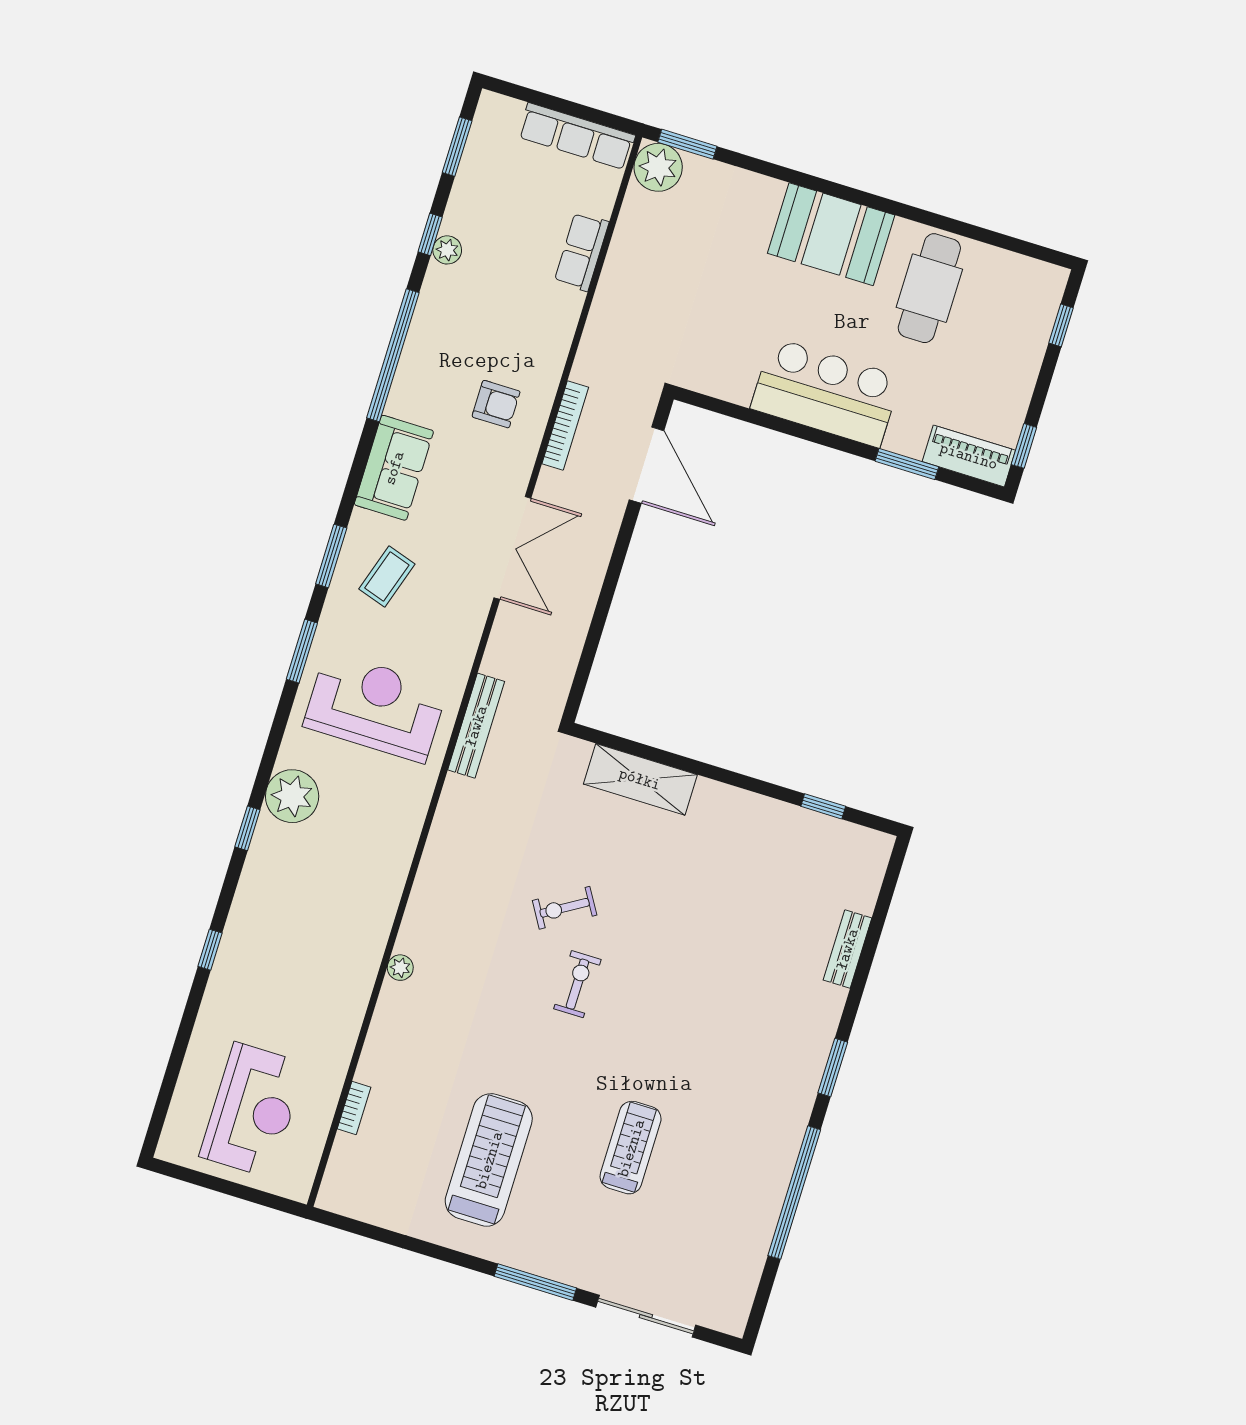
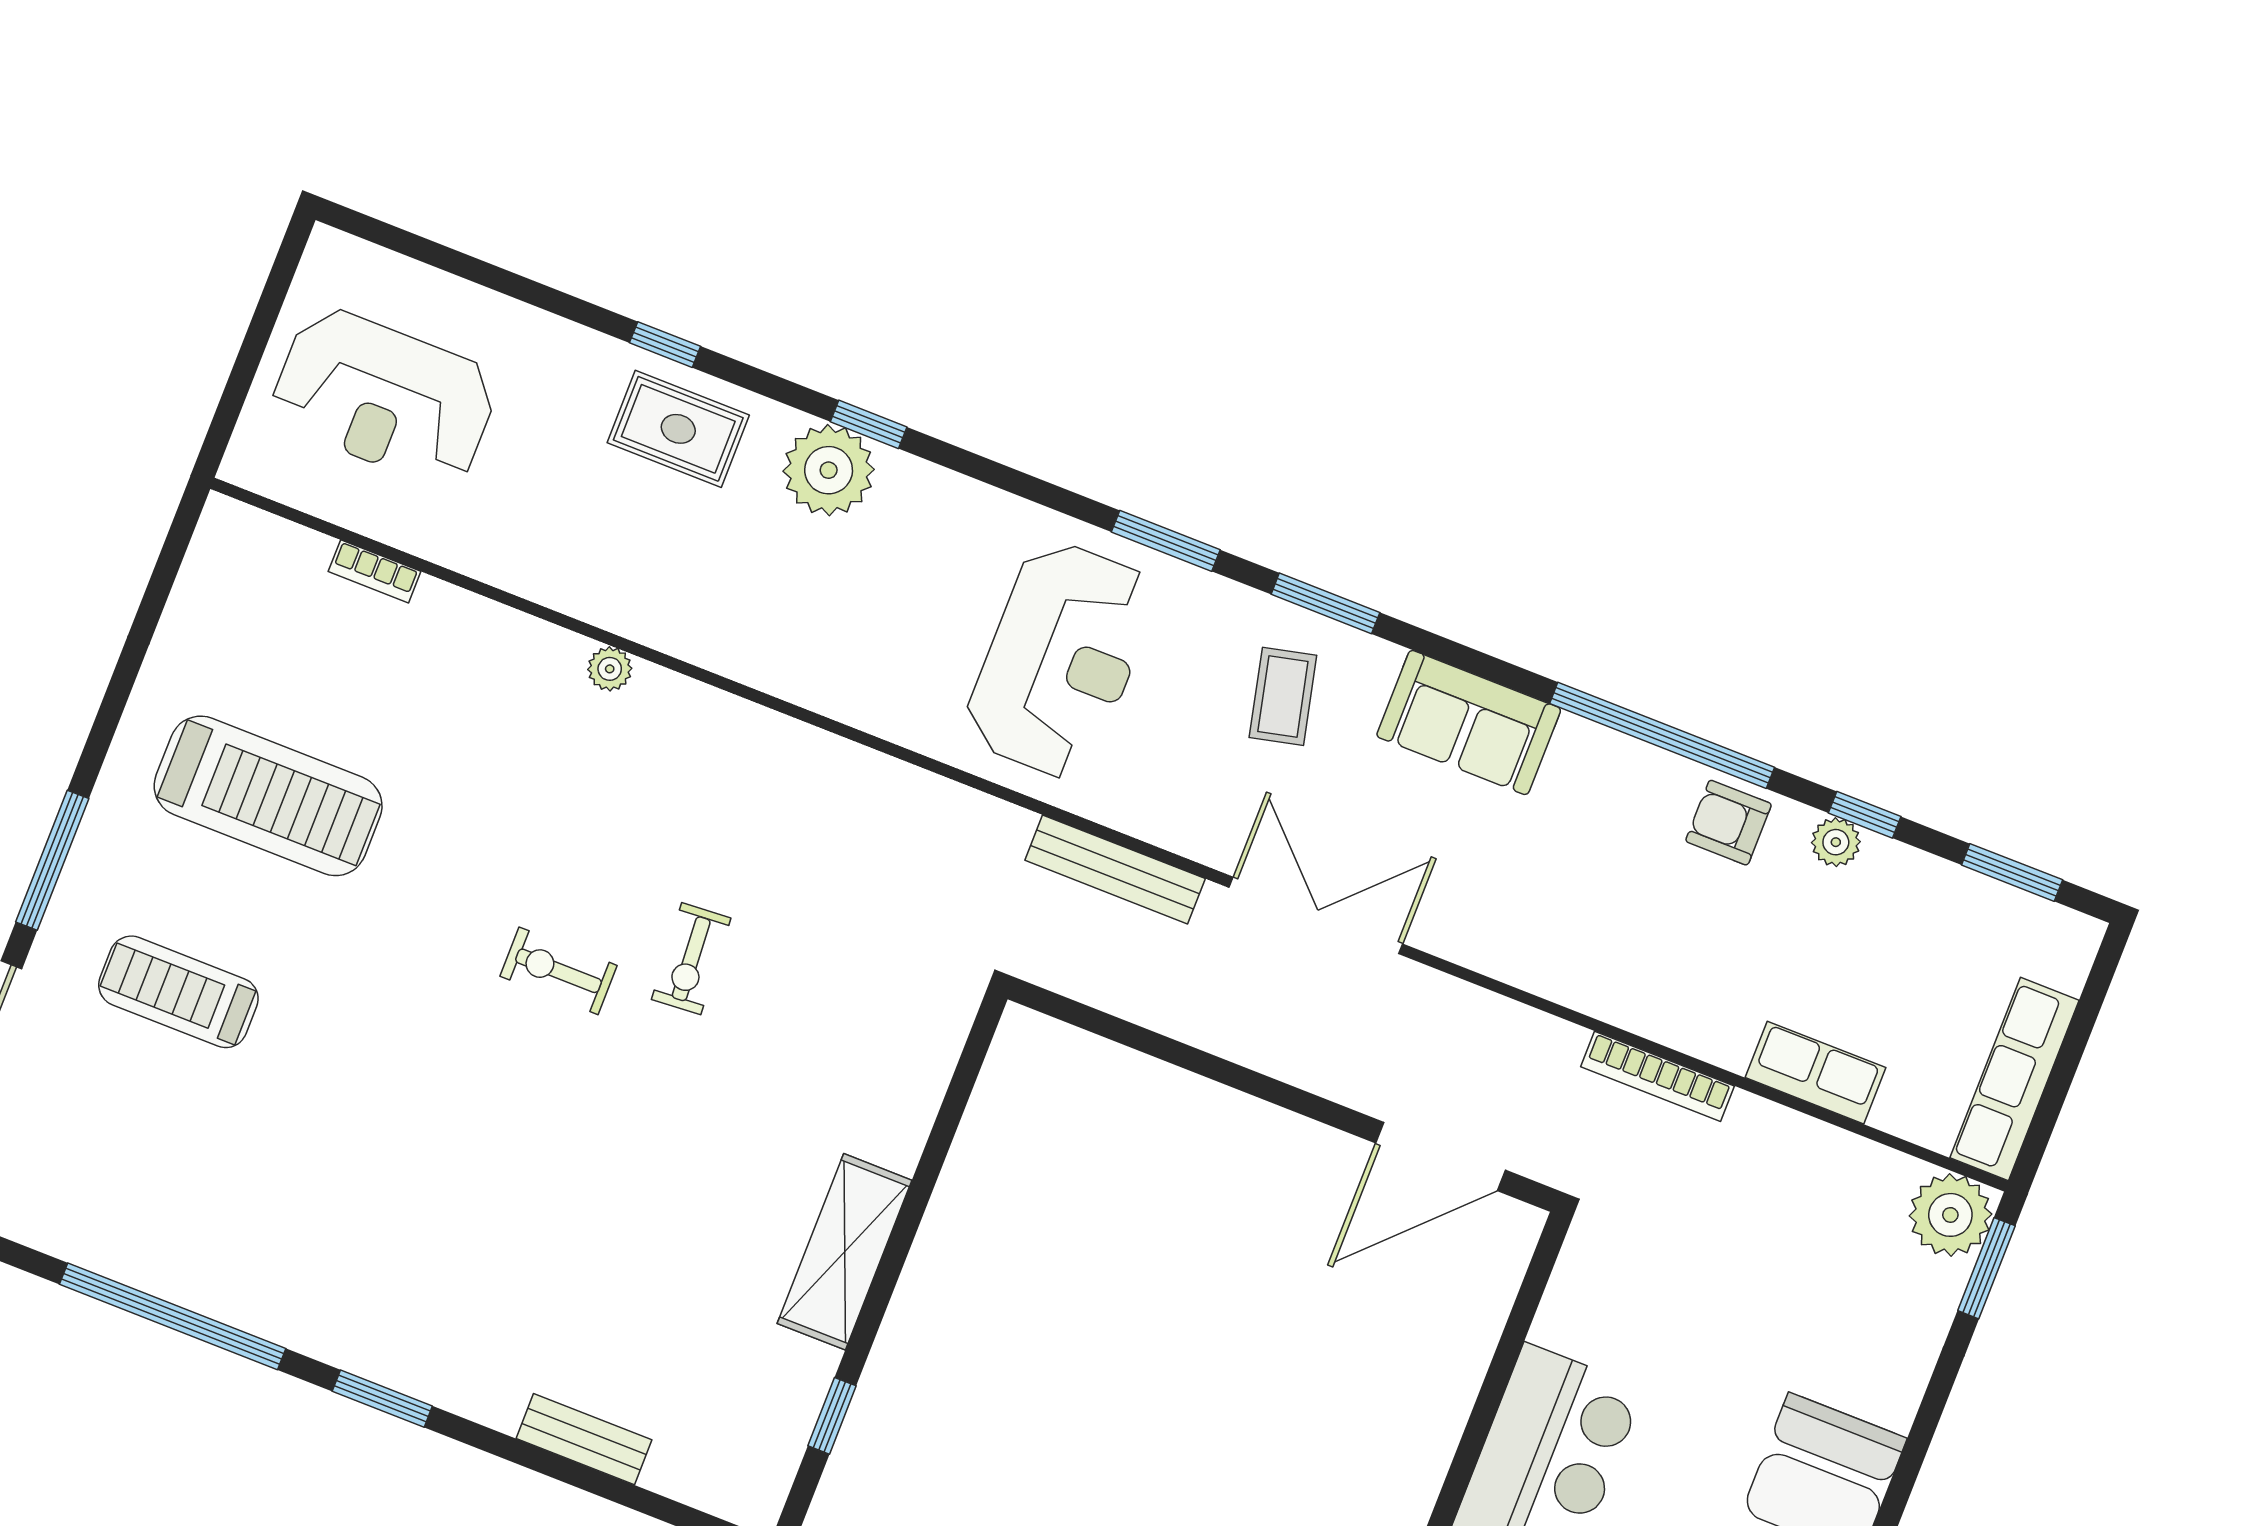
armchair: (496, 404) -> (1729, 823), moved, turned 90
bookcase: (565, 425) -> (1658, 1076), moved
double door: (512, 548) -> (1316, 916), swing flipped
coffee table: (387, 577) -> (1283, 696), turned 59
bench: (476, 726) -> (1115, 869), moved
shelving: (640, 779) -> (845, 1252), moved
plant: (292, 796) -> (829, 470), moved
exercise bike: (565, 908) -> (691, 959), turned -153
rug: (258, 938) -> (678, 429), added
exercise bike: (577, 984) -> (559, 971), turned 180
treadmill: (631, 1148) -> (178, 992), moved, turned 180

